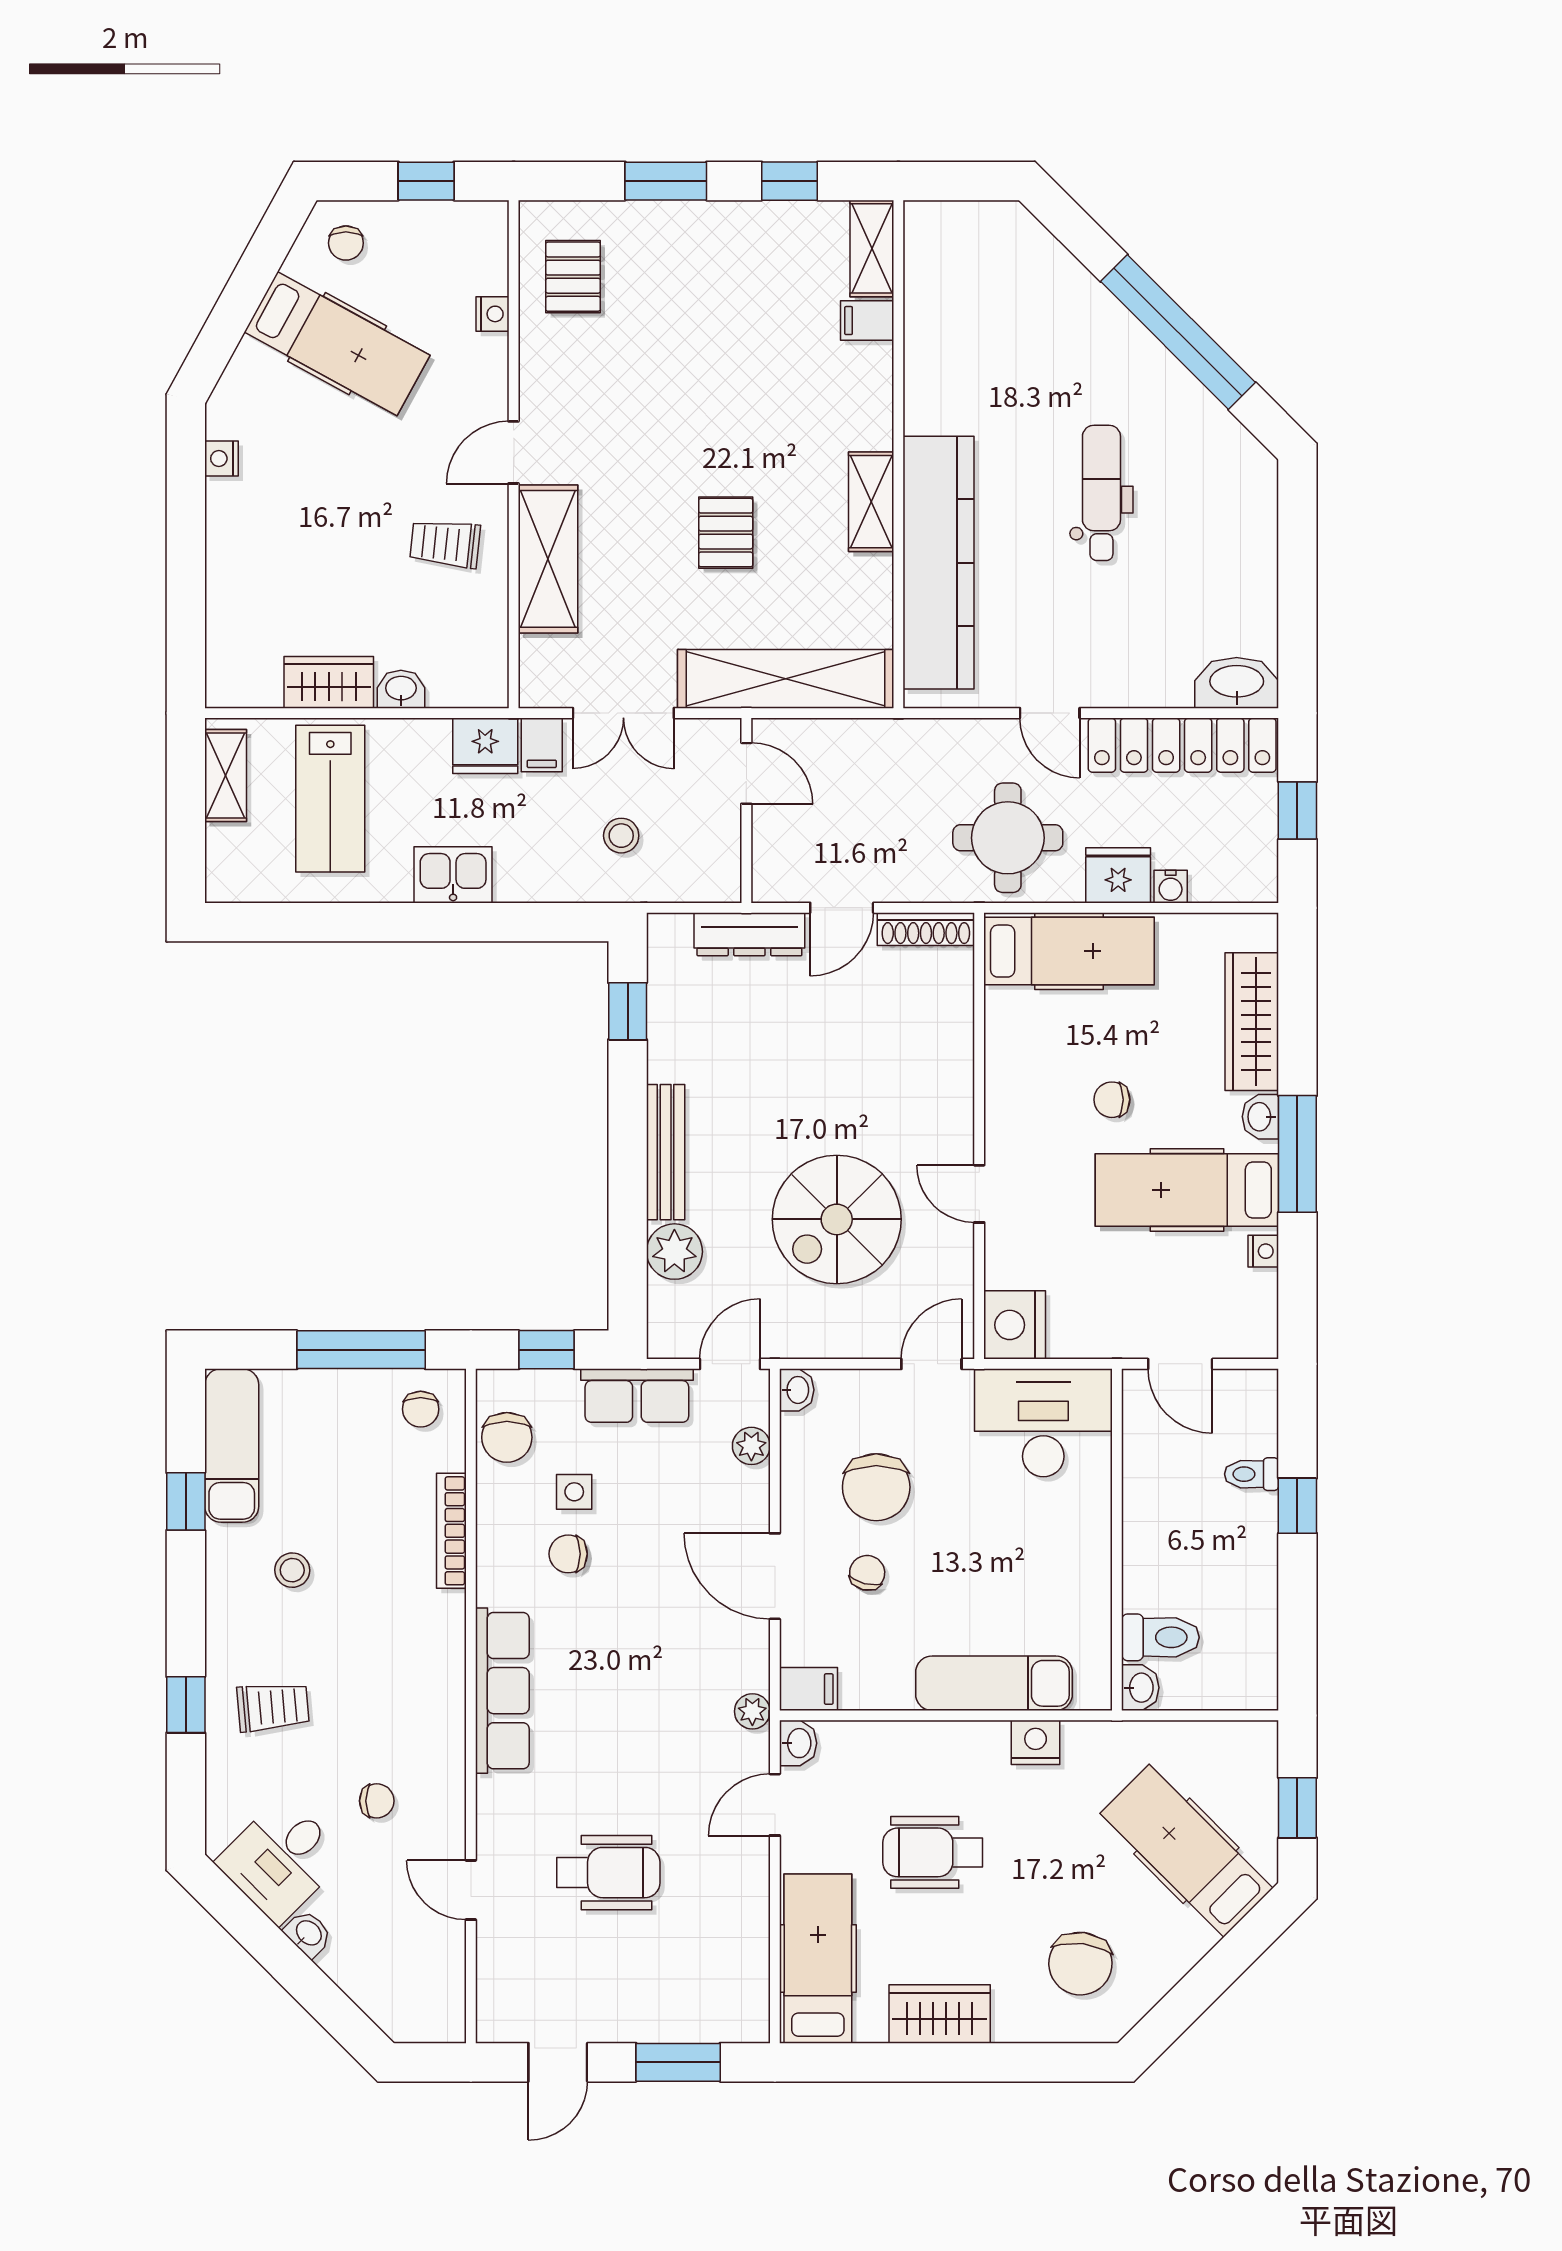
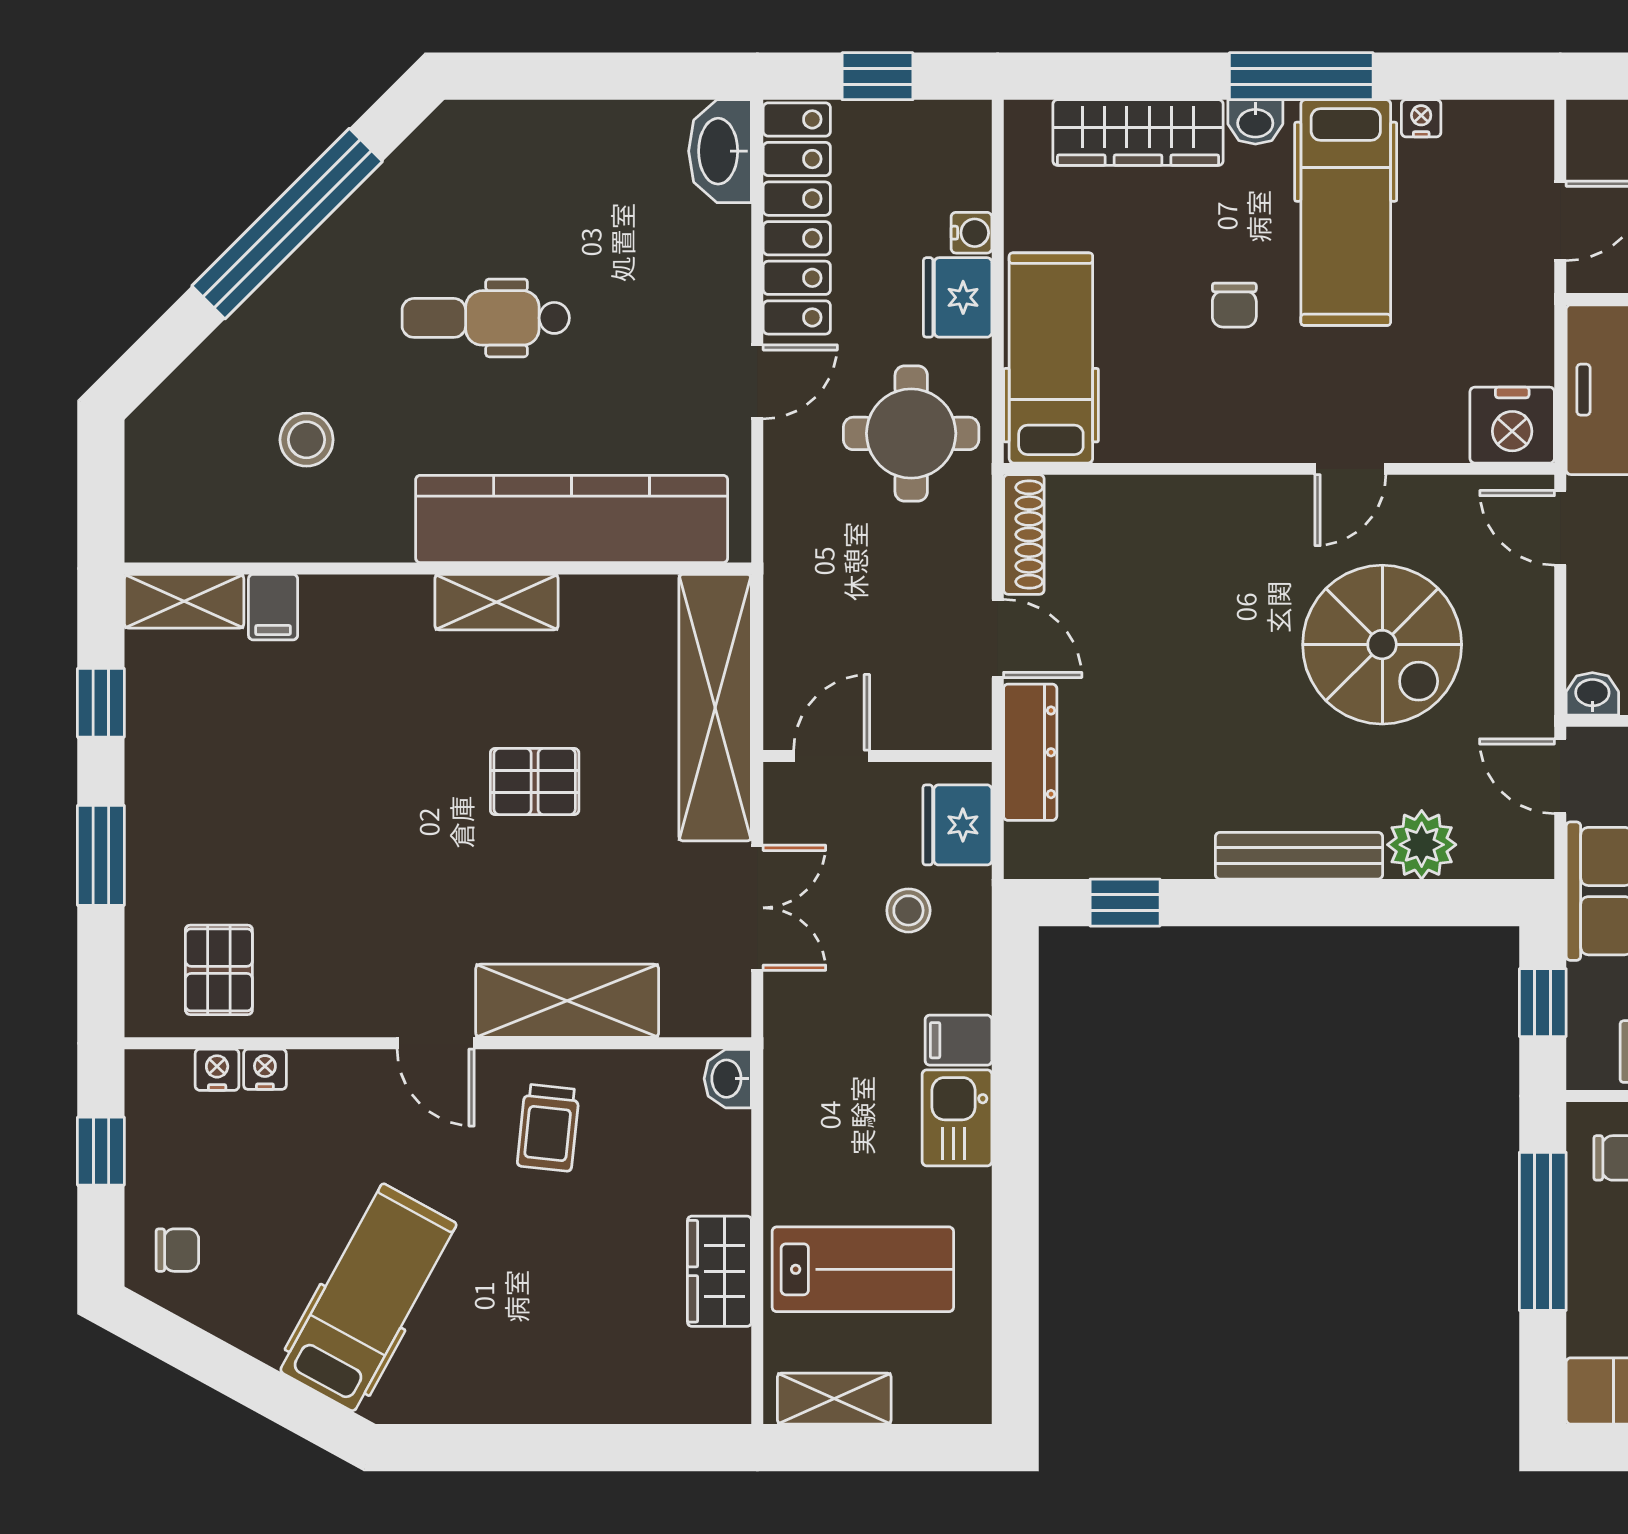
pallet: (573, 277) -> (219, 970), turned 90
hospital bed: (337, 344) -> (368, 1297), moved
stool: (1003, 348) -> (307, 440), added
nightstand: (222, 459) -> (217, 1070), moved, turned 180
washbasin: (401, 689) -> (728, 1079), moved
filing cabinet: (542, 745) -> (958, 1040), moved, turned 180
fridge: (485, 746) -> (957, 825), moved, turned 180

